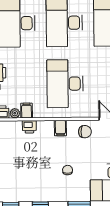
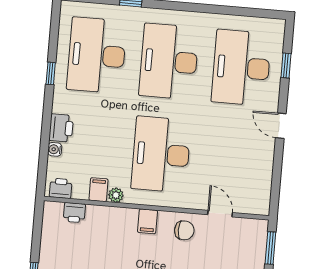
plant: (15, 113) -> (116, 195), moved
printer: (29, 127) -> (74, 213), moved

